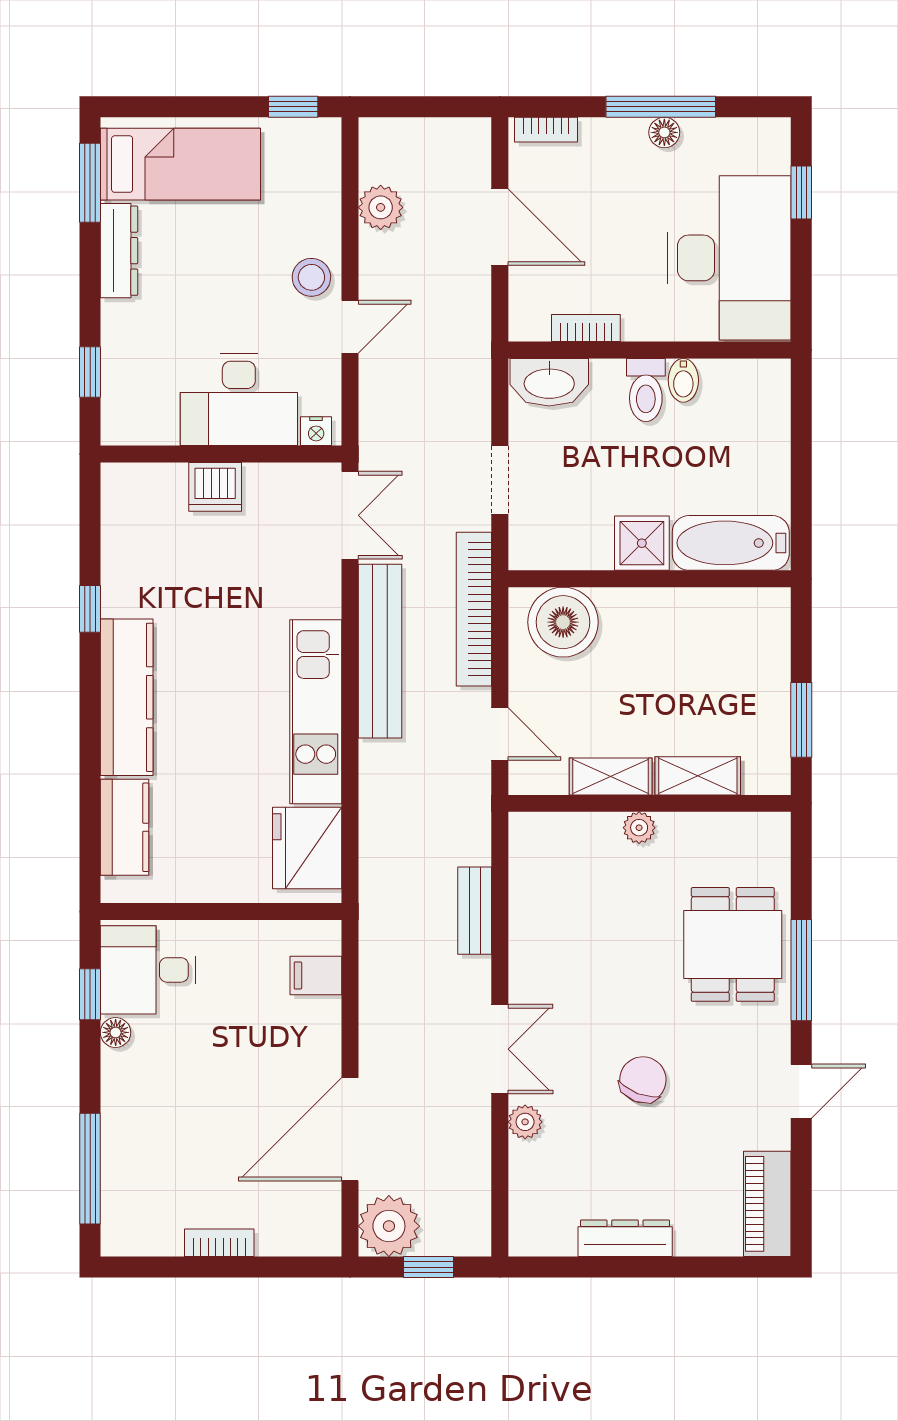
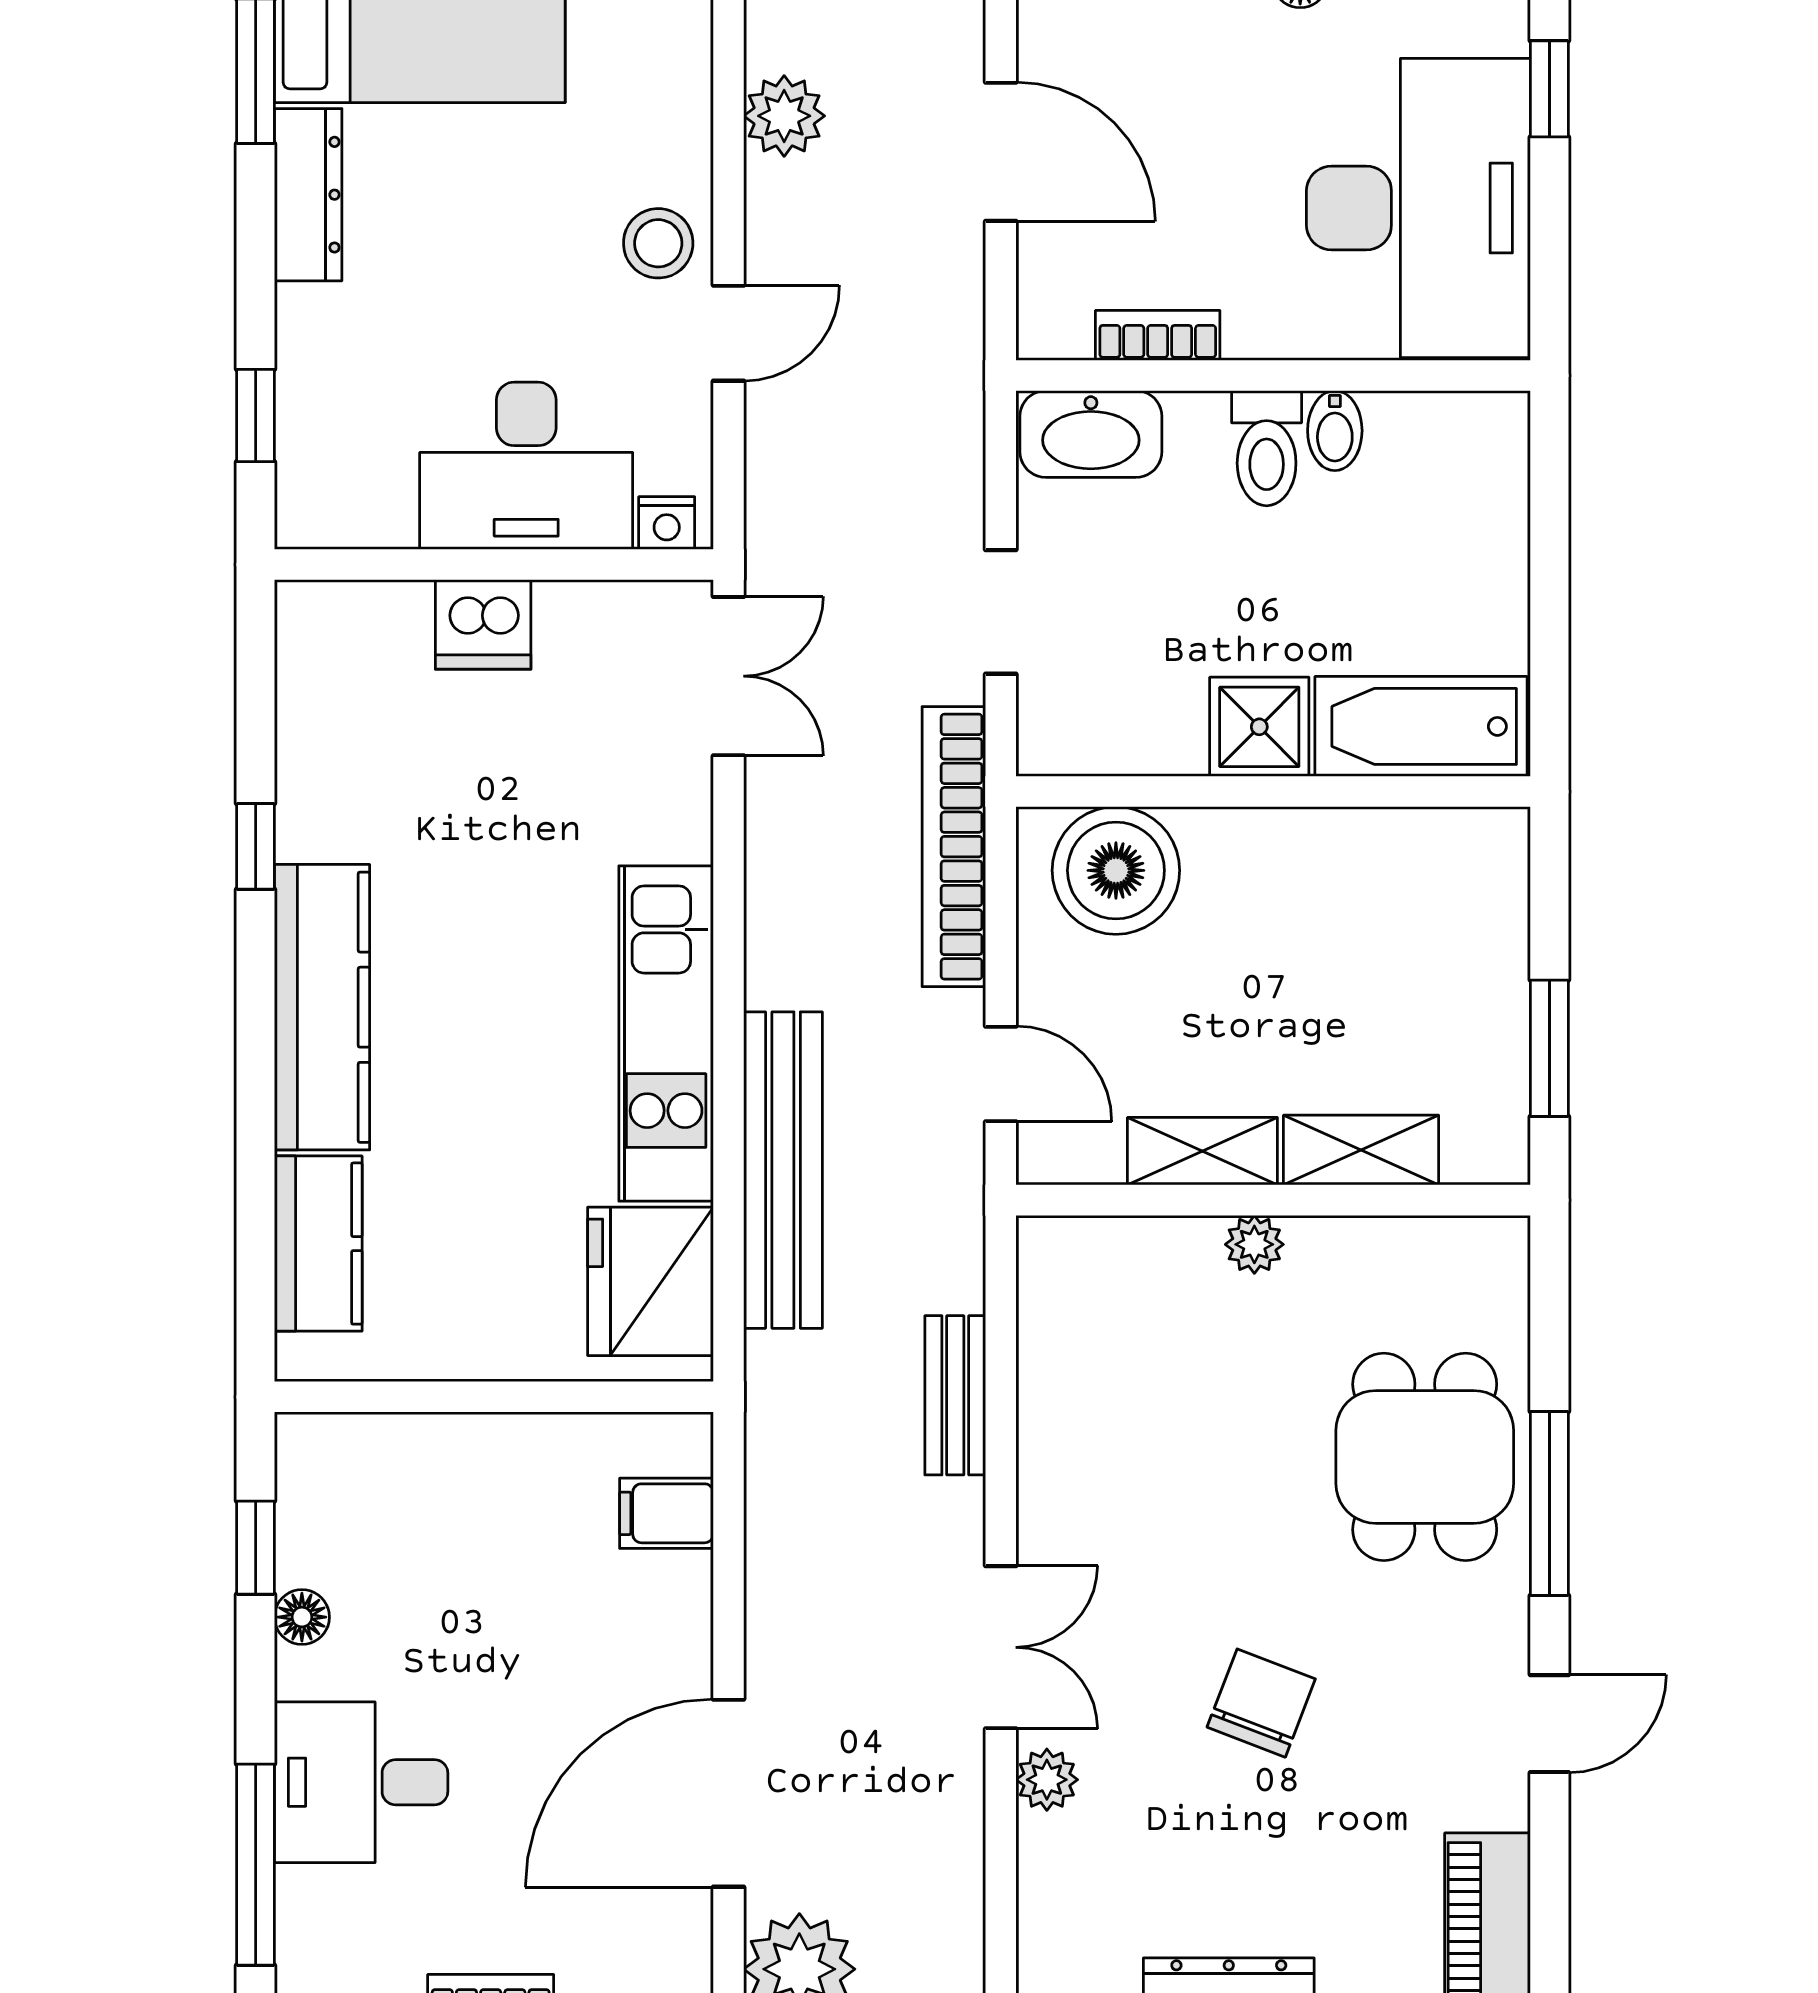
bench: (380, 651) -> (783, 1170), moved
desk: (148, 970) -> (361, 1782), moved

